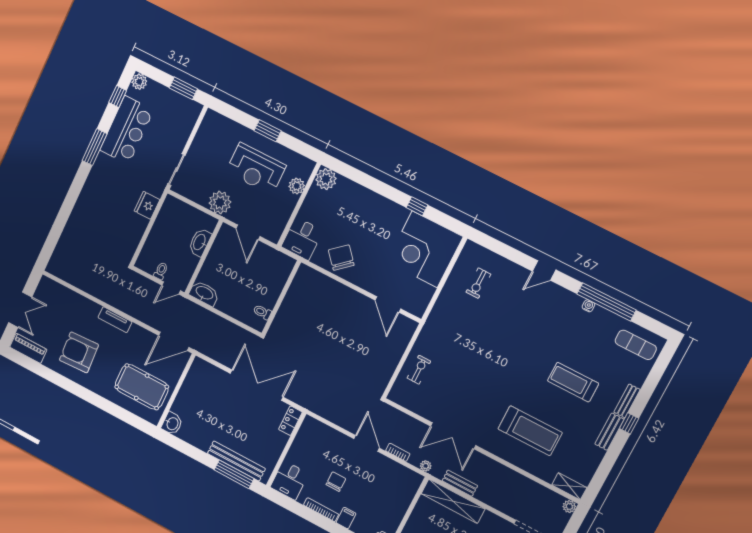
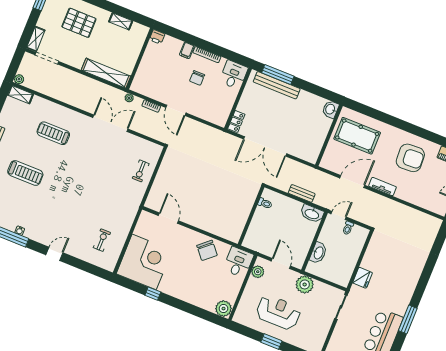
plant: (297, 186) -> (258, 272), moved
door: (174, 341) -> (352, 182), moved
treadmill: (530, 431) -> (53, 133), width x0.73, depth x0.73
bench: (460, 483) -> (302, 193), moved

